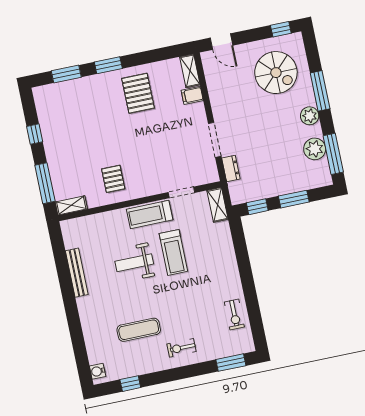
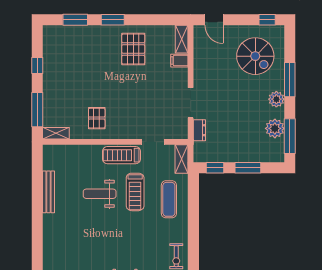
exercise mat: (139, 330) -> (169, 199), moved, turned 90

